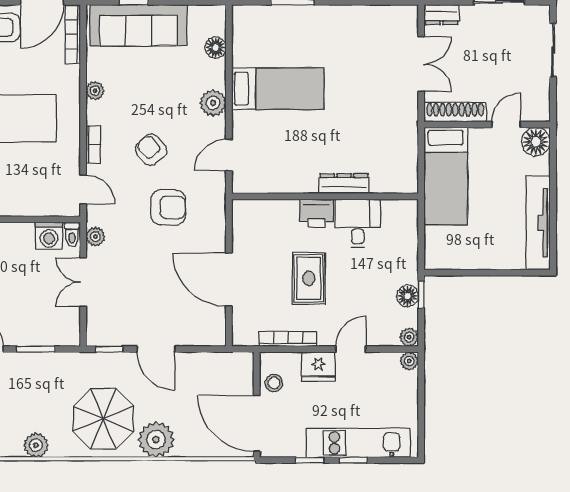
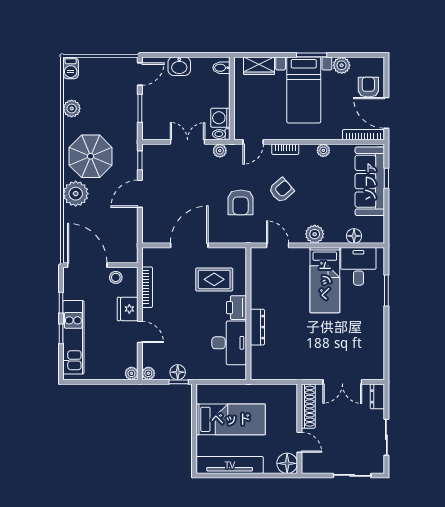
desk: (258, 41) -> (358, 266), added
bed: (446, 176) -> (231, 419), moved, turned 180
desk: (358, 223) -> (229, 343), width x1.37
rug: (309, 278) -> (214, 279), moved
door: (257, 423) -> (87, 265), hinge flipped

